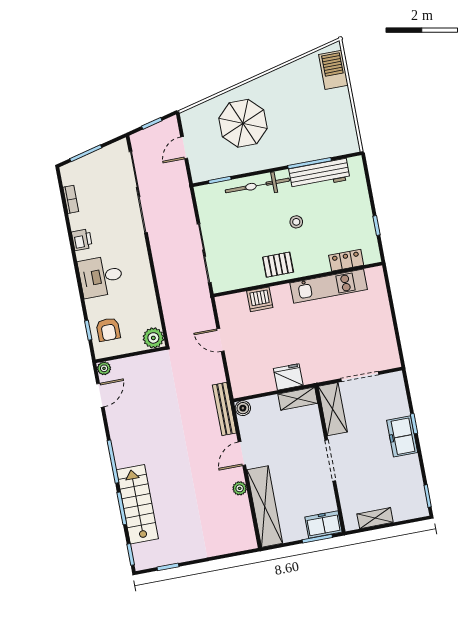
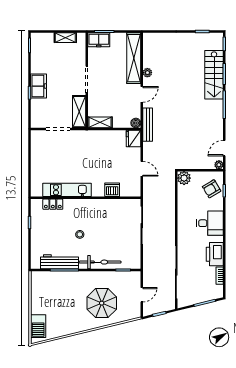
printer: (82, 240) -> (215, 254), width x1.87, depth x1.48
pallet: (278, 265) -> (96, 210), removed
armchair: (108, 329) -> (212, 189), turned -121
fridge: (288, 377) -> (133, 138), moved, turned 90

